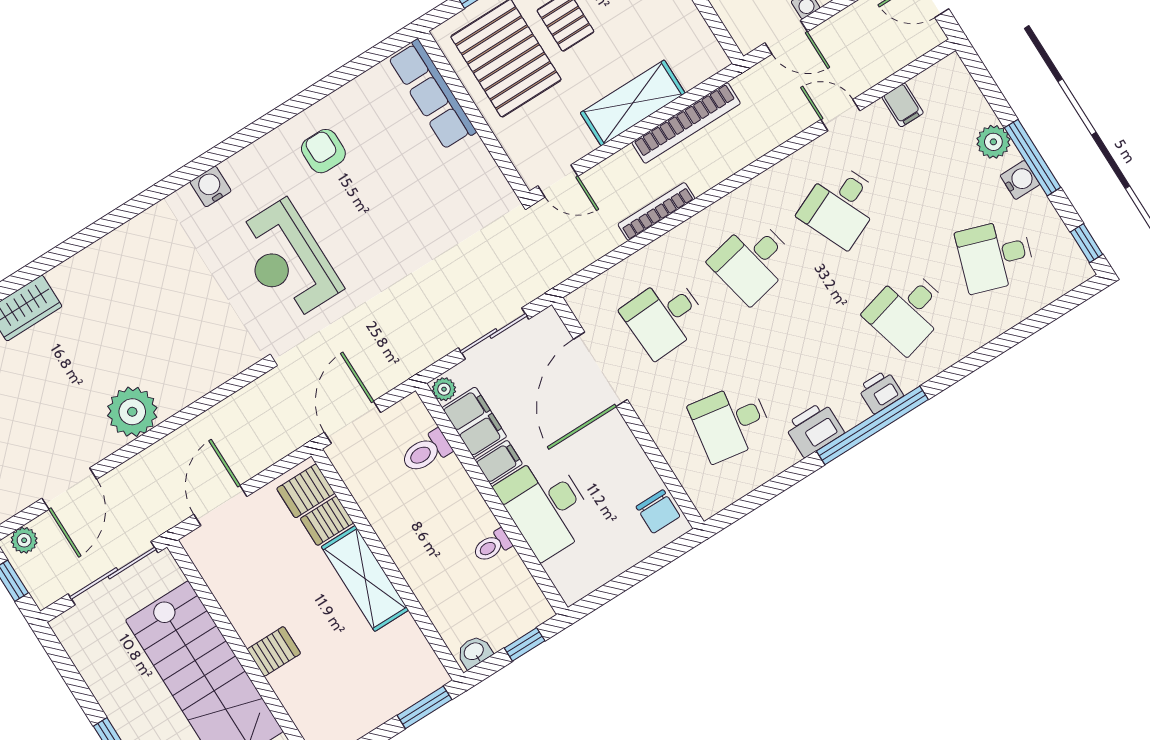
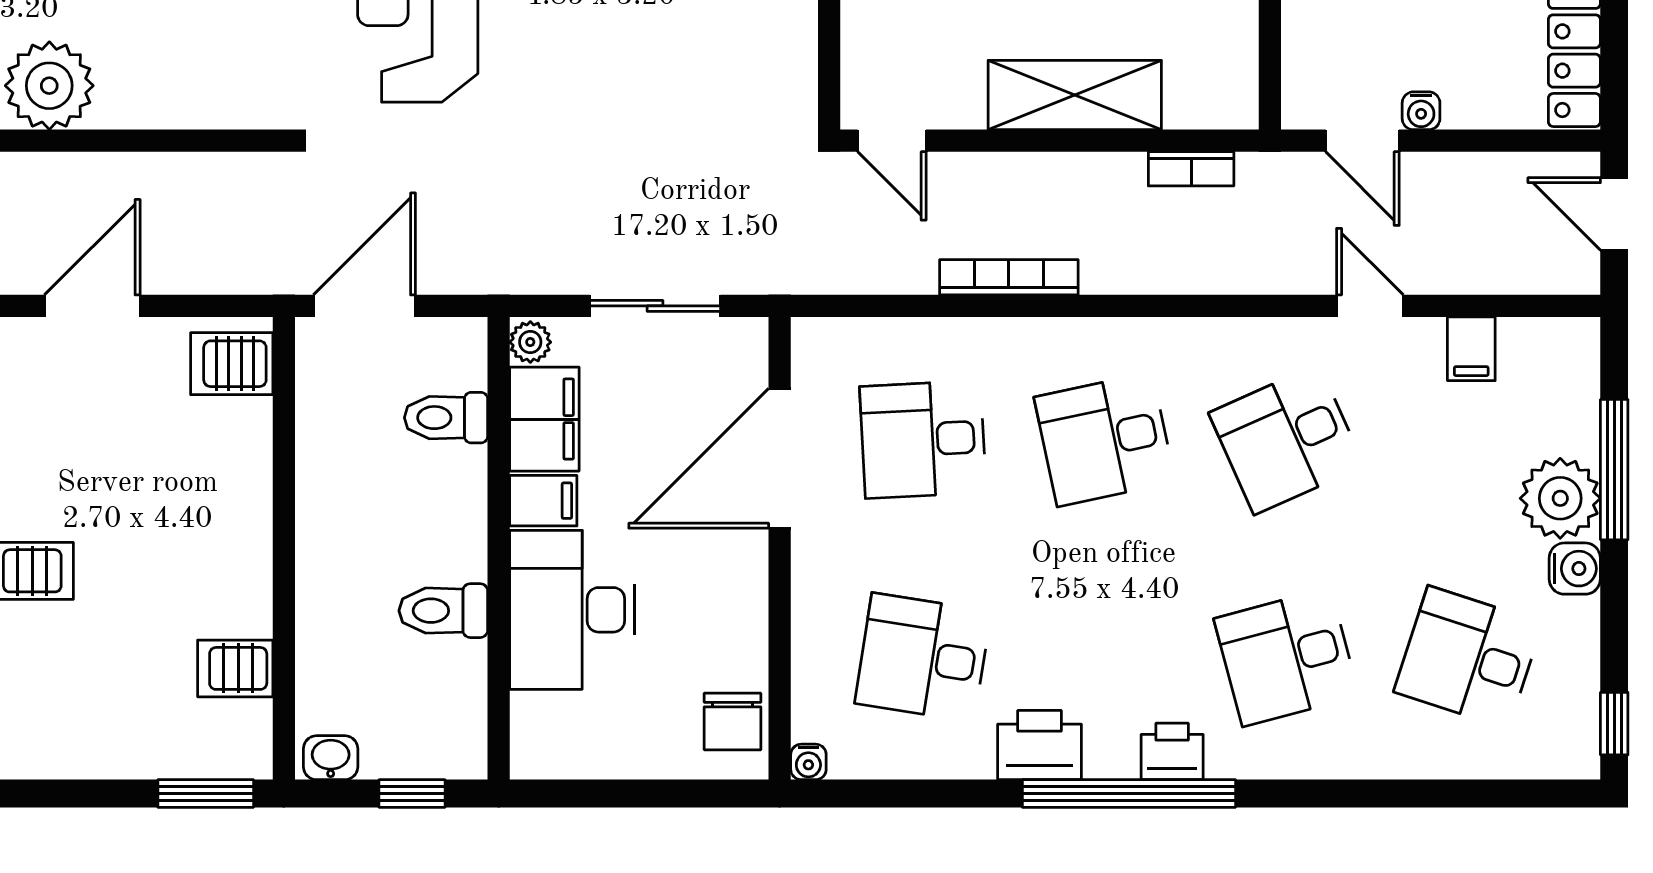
bookcase: (686, 123) -> (1191, 169), width x0.43, depth x0.76
plant: (993, 142) -> (1560, 498), width x1.36, depth x1.36
window: (1033, 158) -> (1614, 470), moved
water cooler: (707, 508) -> (808, 762), added
server rack: (327, 521) -> (235, 668), moved
toilet: (492, 546) -> (443, 611), width x1.37, depth x1.39
shelving: (365, 578) -> (238, 548), removed

